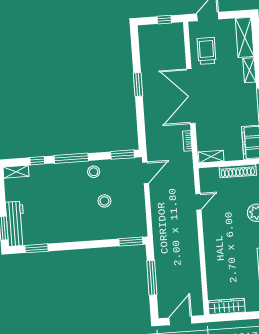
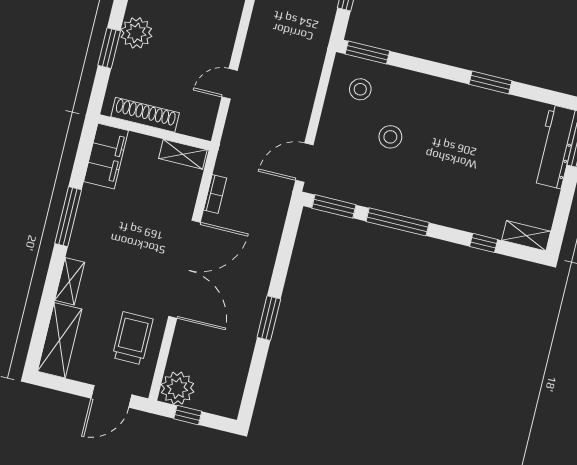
plant: (174, 32) -> (177, 388), added
trolley: (207, 51) -> (133, 338), turned 180
window: (71, 158) -> (398, 222), moved
stool: (94, 172) -> (360, 89), moved
window: (36, 248) -> (490, 82), moved

